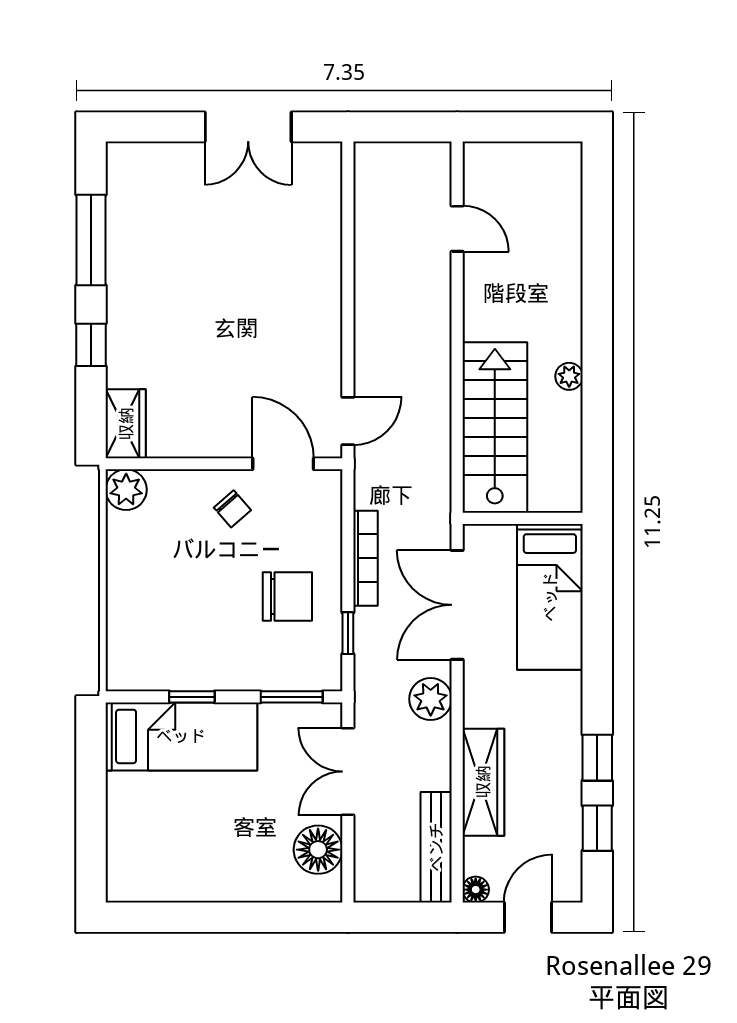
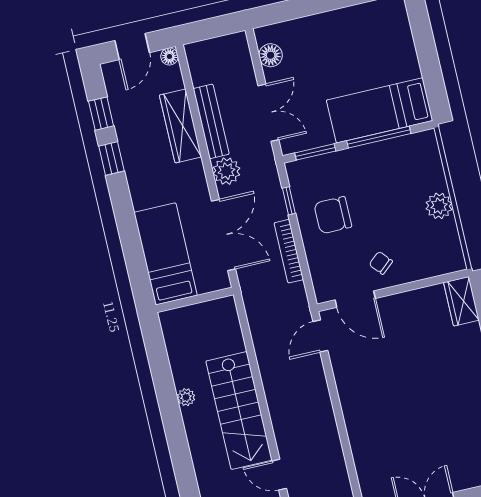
stairs: (495, 427) -> (239, 411), moved
plant: (126, 490) -> (439, 206), moved
window: (192, 697) -> (379, 137), width x2.17
bench: (436, 847) -> (211, 121), moved
floor lamp: (318, 850) -> (271, 55), width x0.73, depth x0.73

